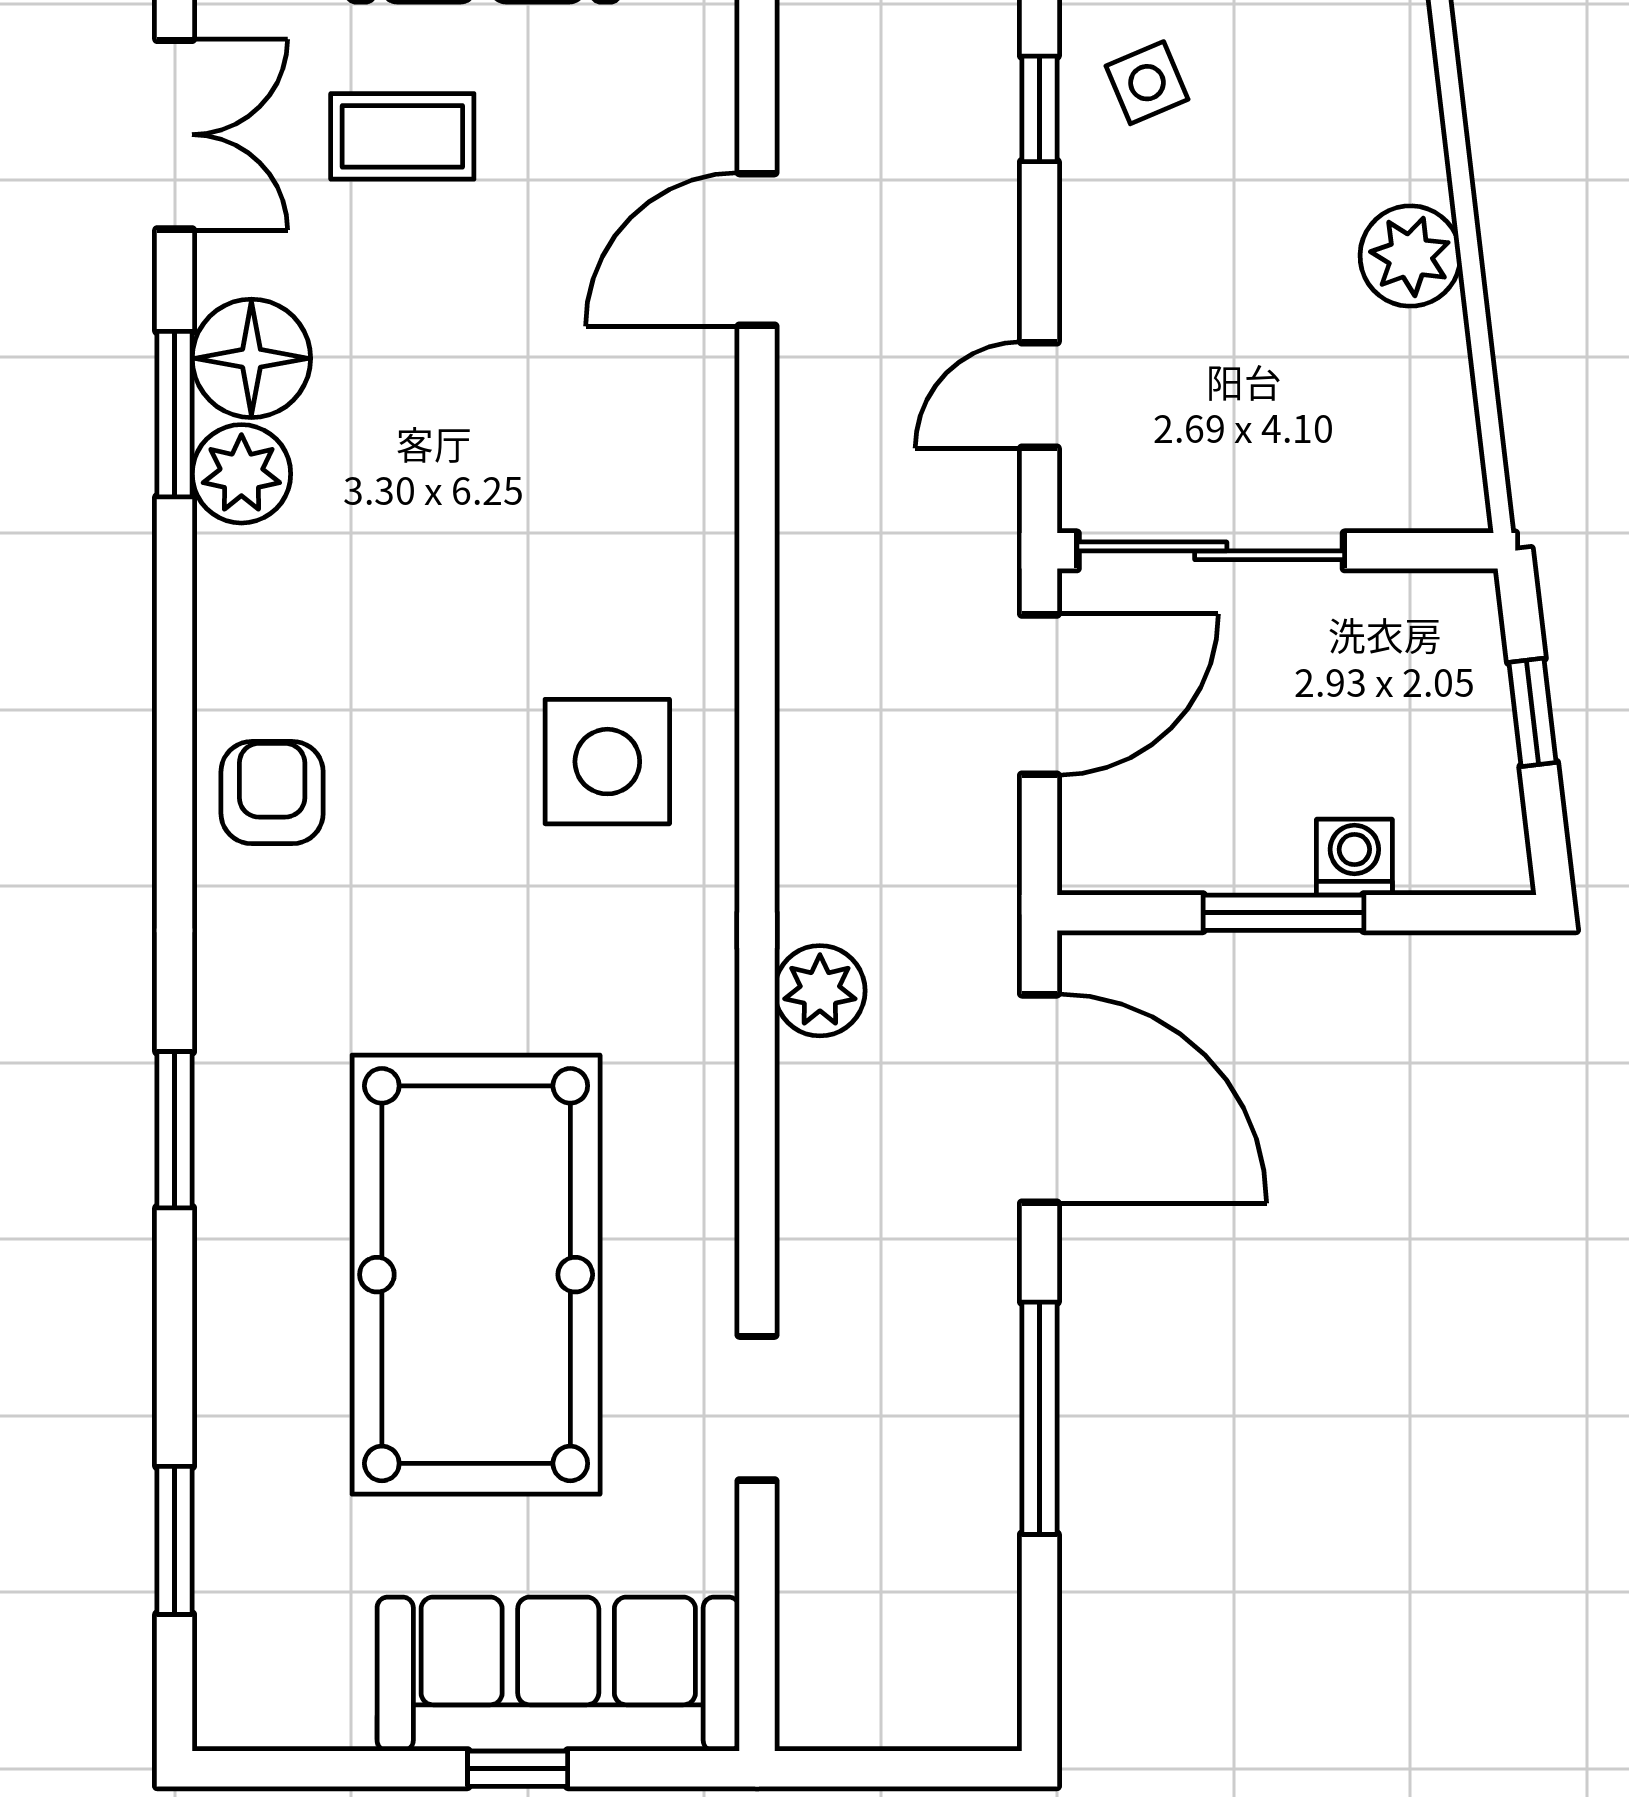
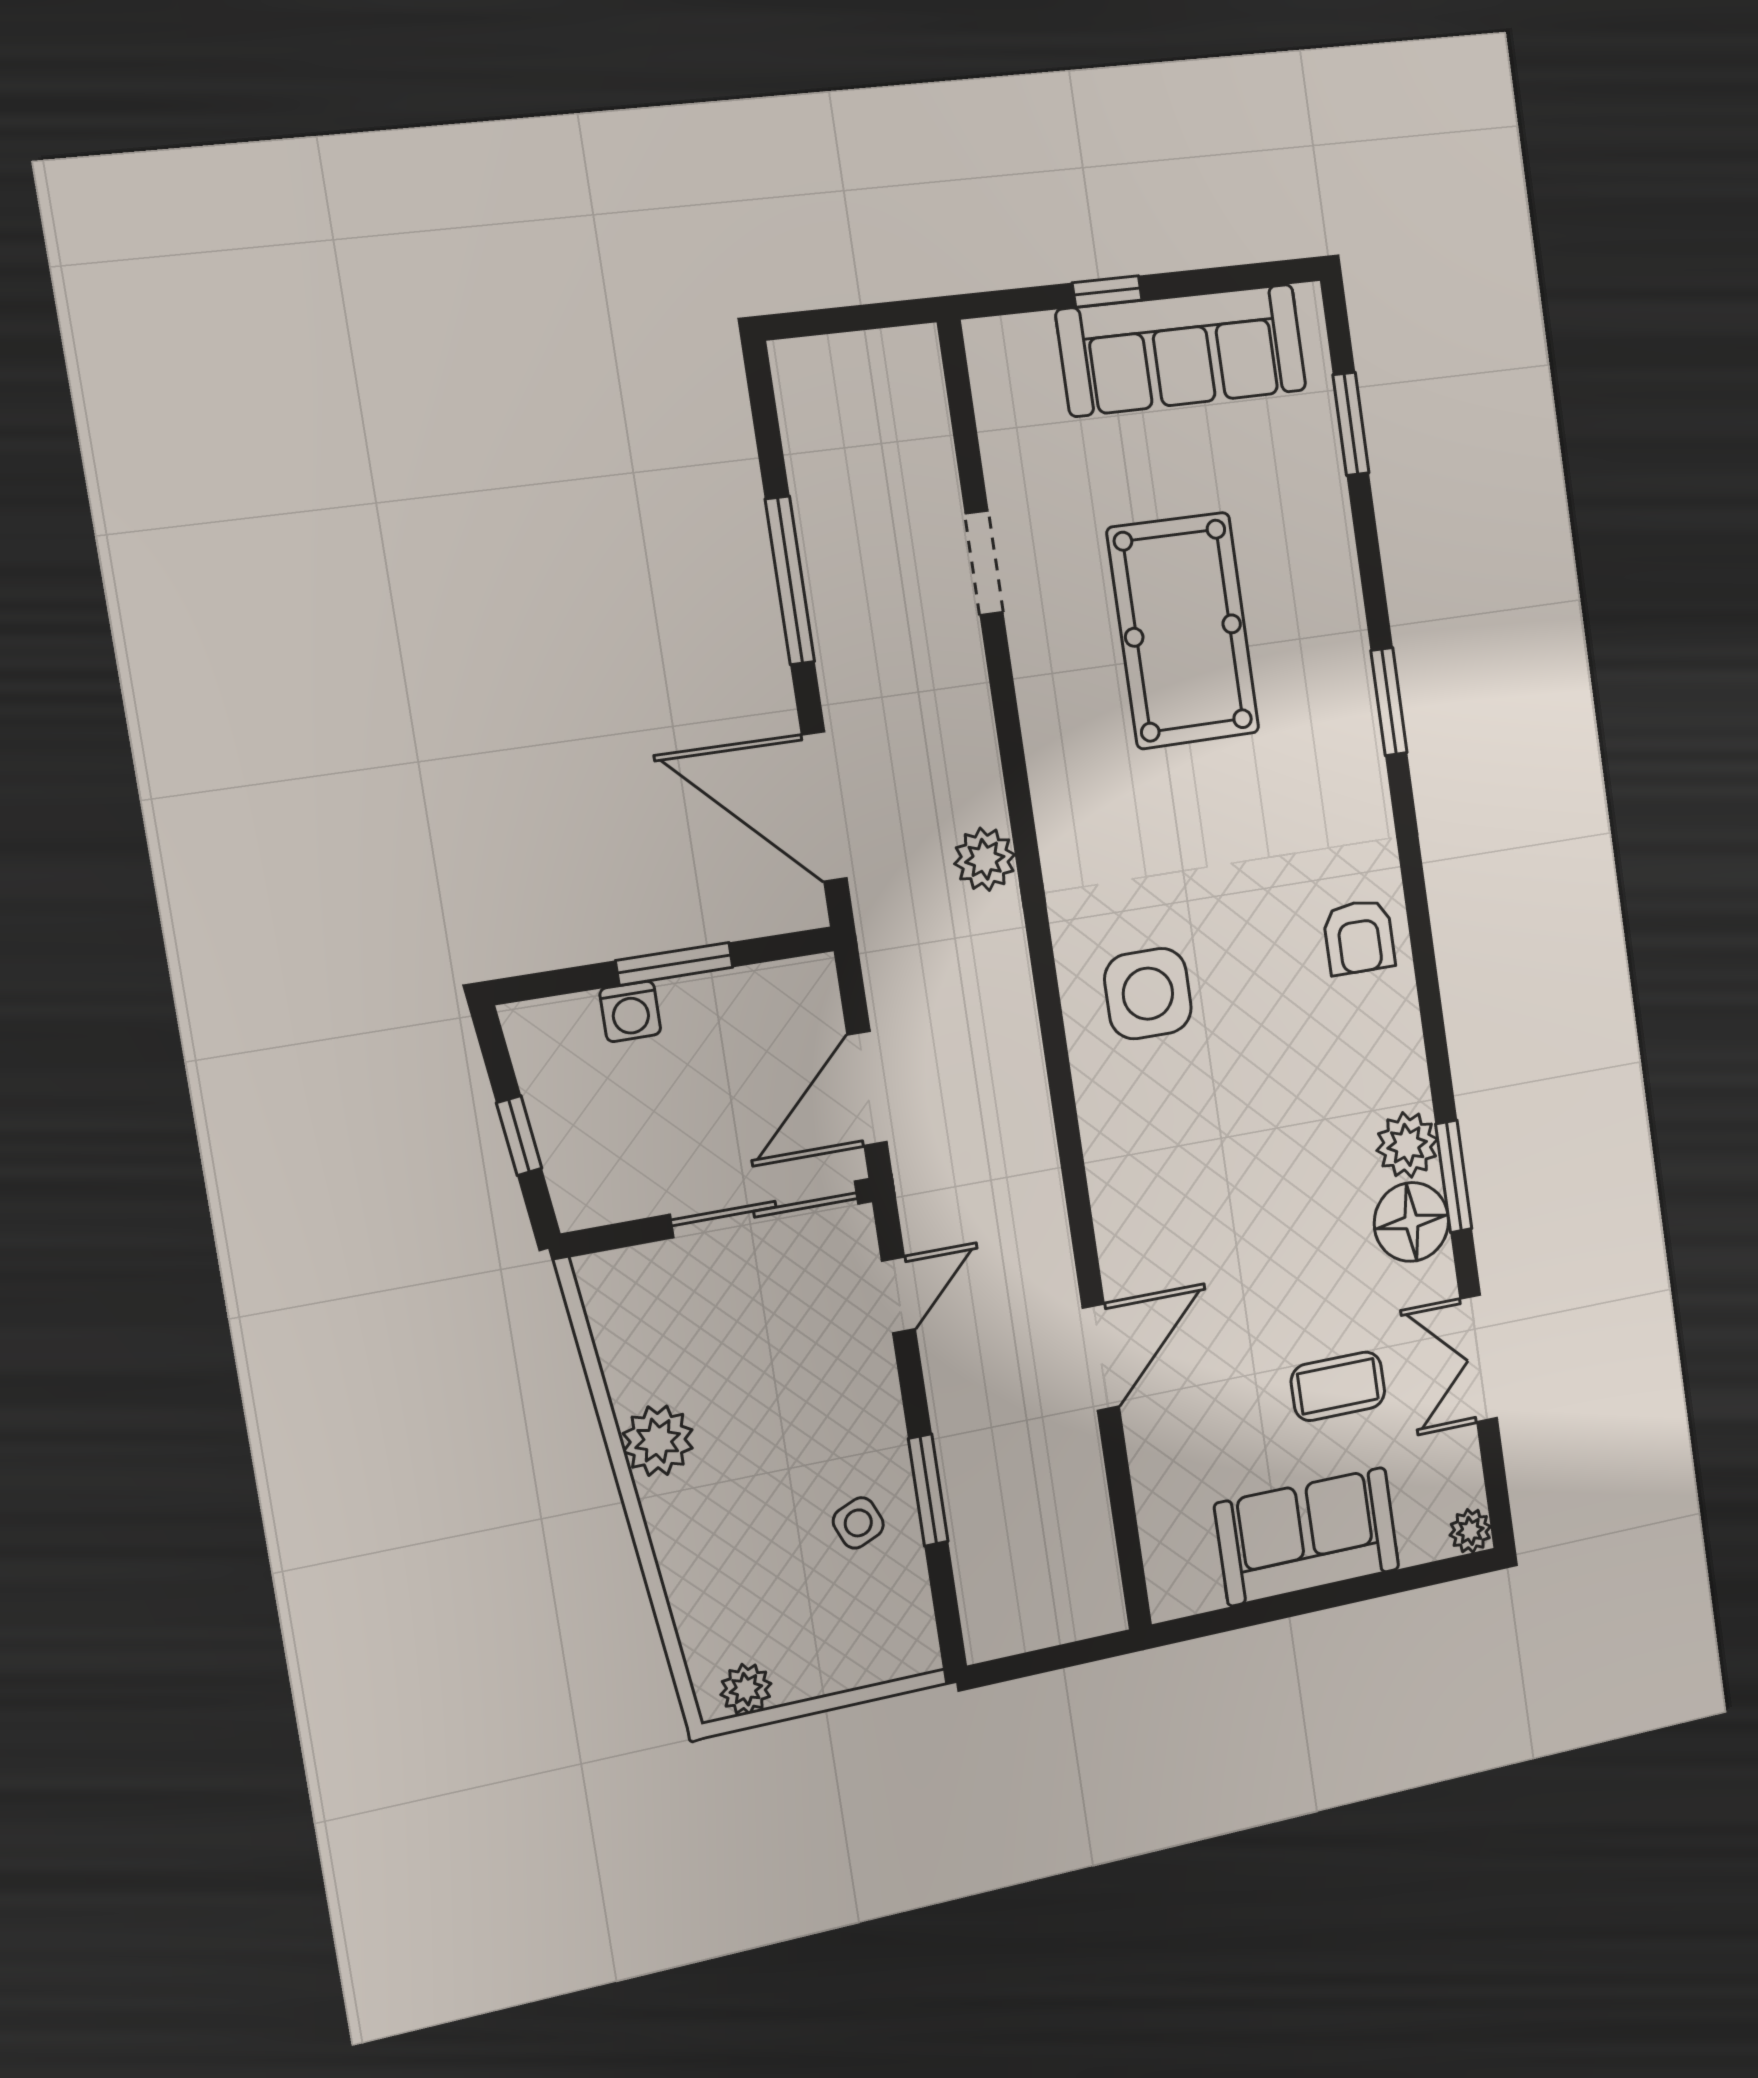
window: (1039, 109) -> (928, 1490), width x1.50
pool table: (476, 1275) -> (1183, 631), width x0.73, depth x0.76
sofa: (558, 1674) -> (1182, 350), moved

